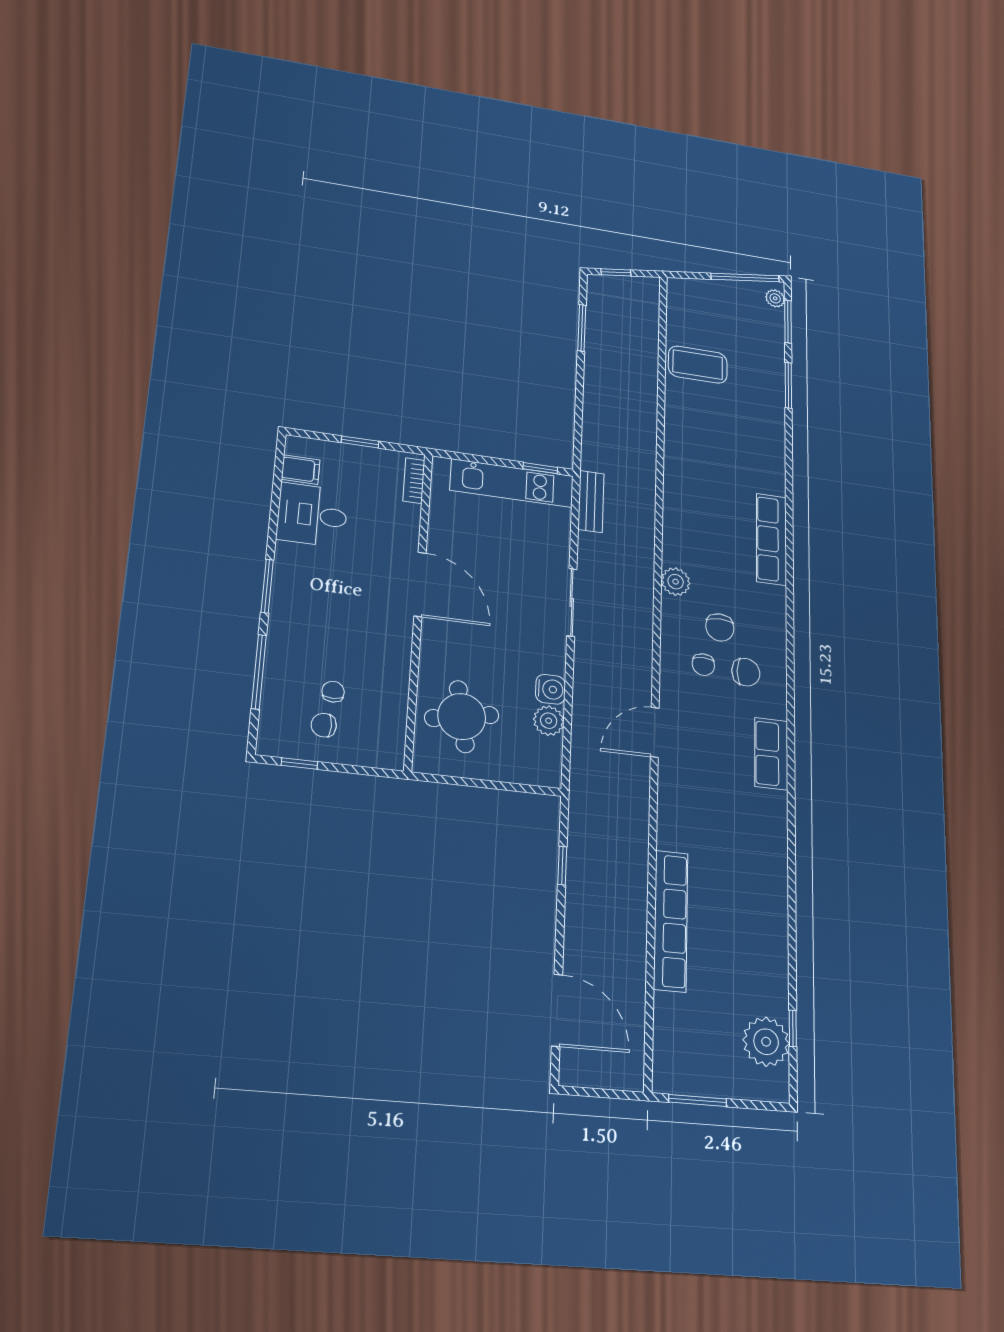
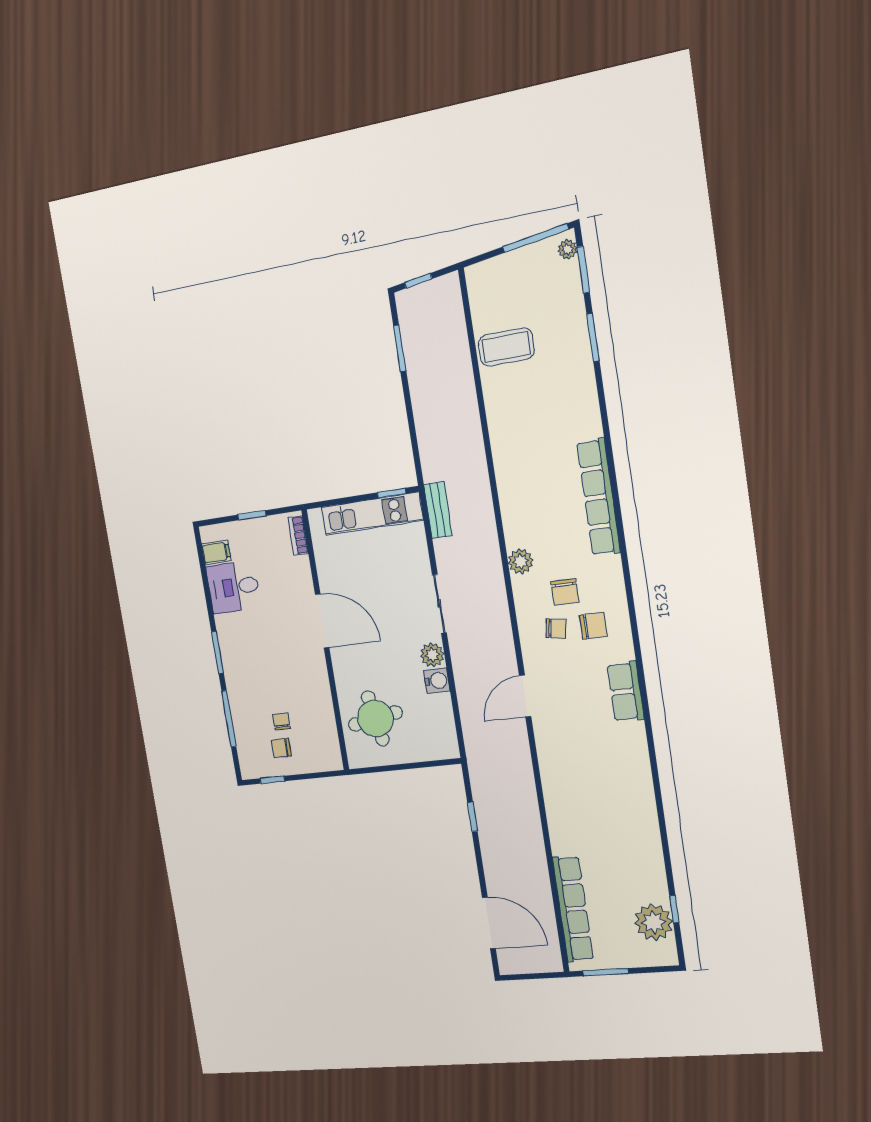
row of seats: (771, 539) -> (599, 497), width x1.36
chair: (703, 665) -> (556, 629), turned -81
plant: (549, 721) -> (432, 655), moved
row of seats: (671, 921) -> (573, 909), moved

